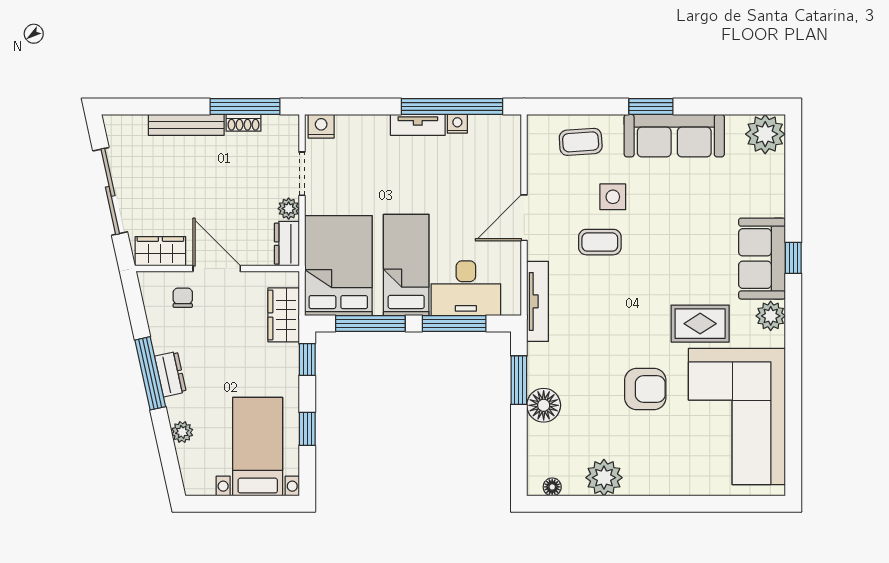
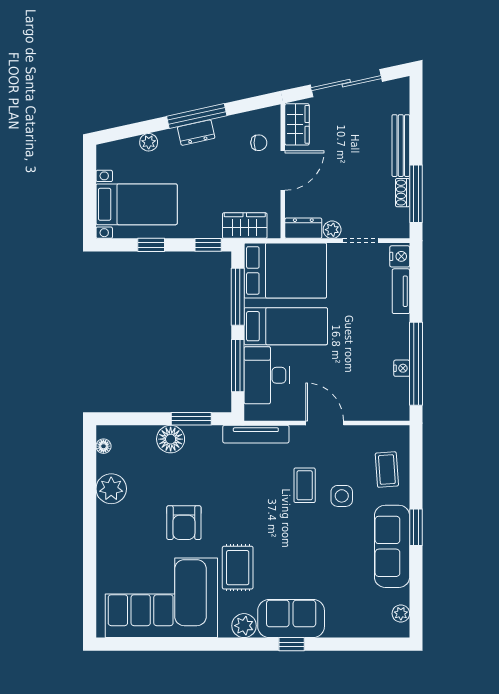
tv unit: (418, 125) -> (401, 291), moved
plant: (765, 134) -> (401, 614), width x0.53, depth x0.53

